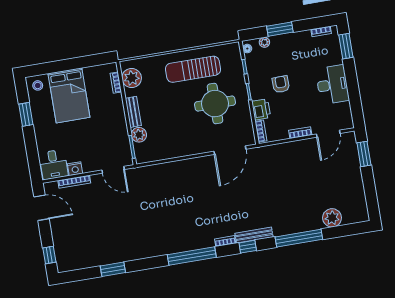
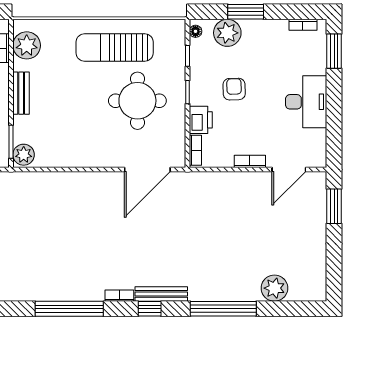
plant: (264, 42) -> (227, 33), width x1.88, depth x1.88
plant: (139, 135) -> (24, 155), moved

